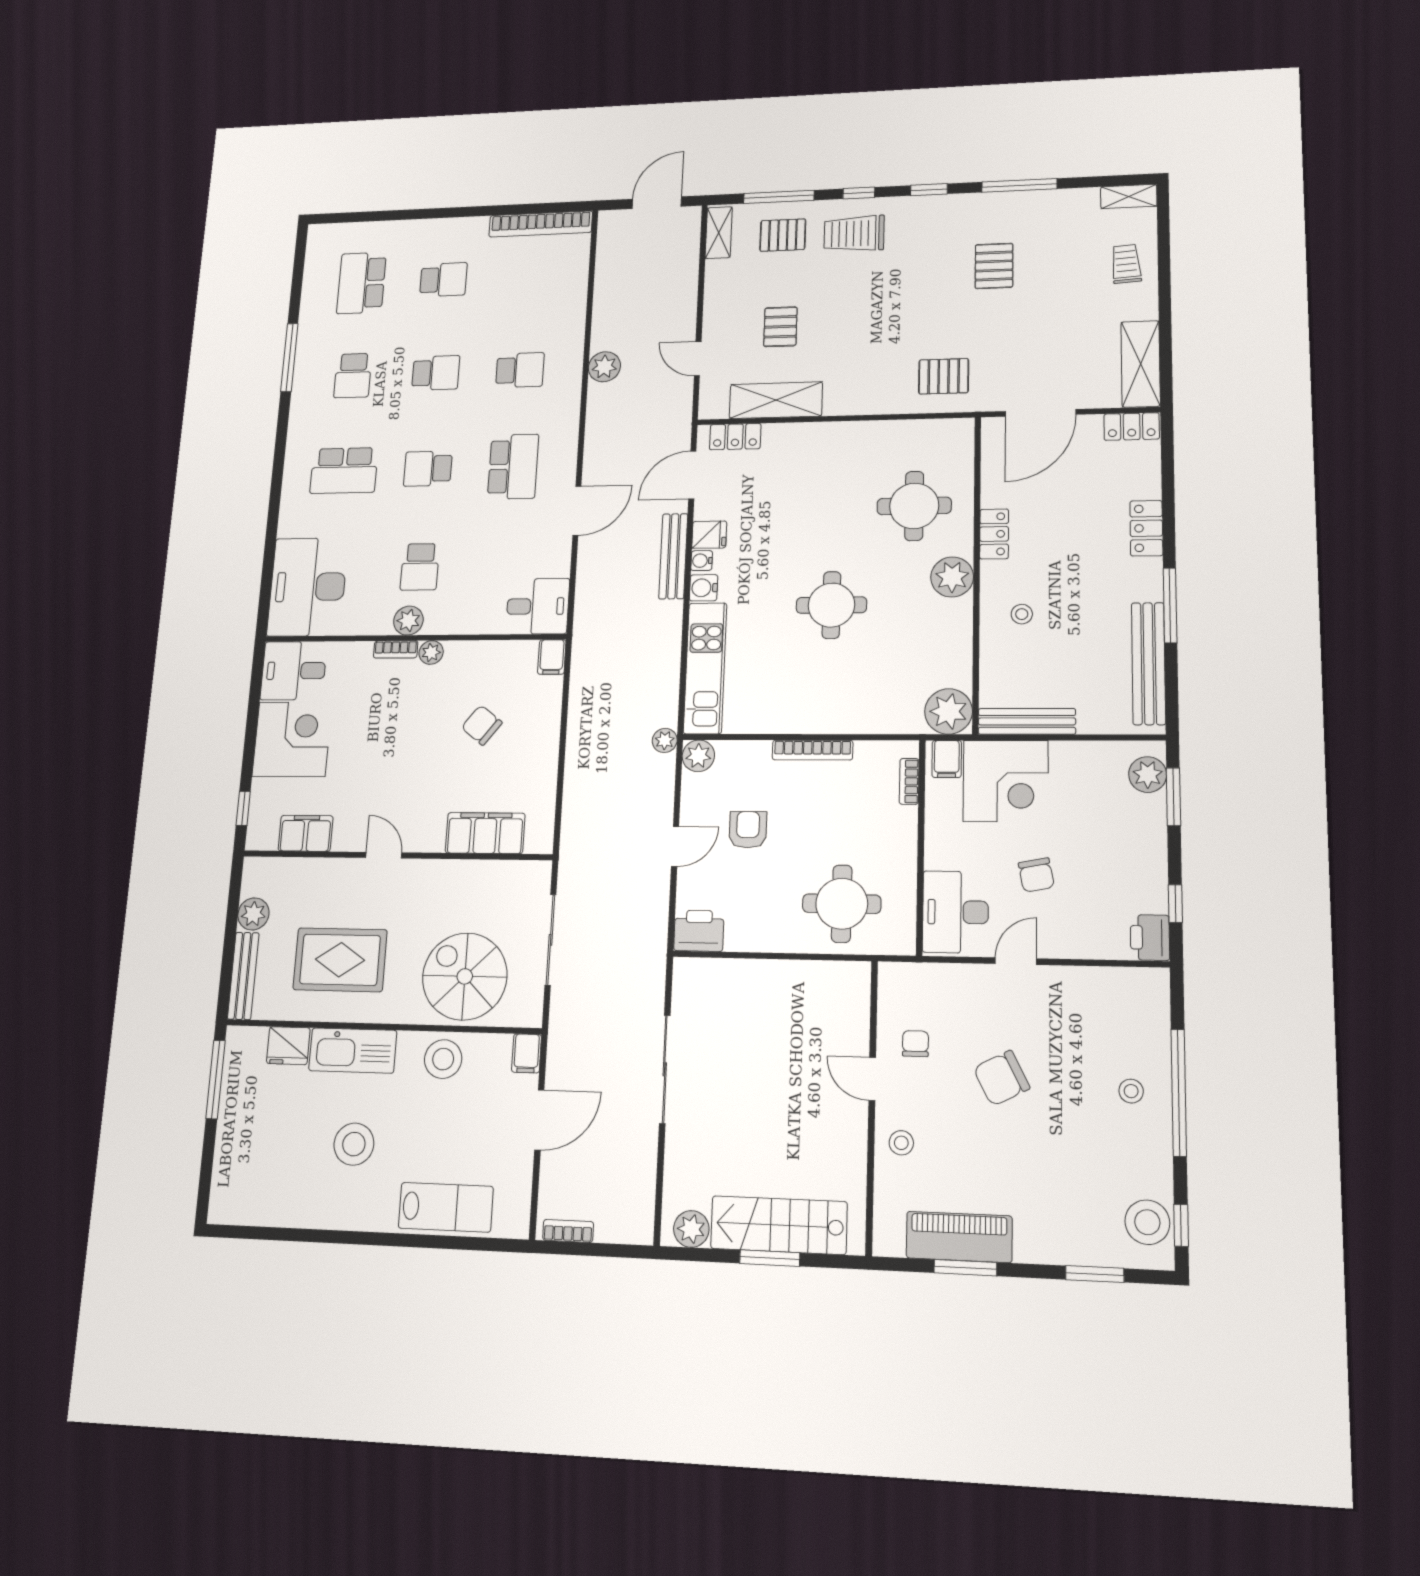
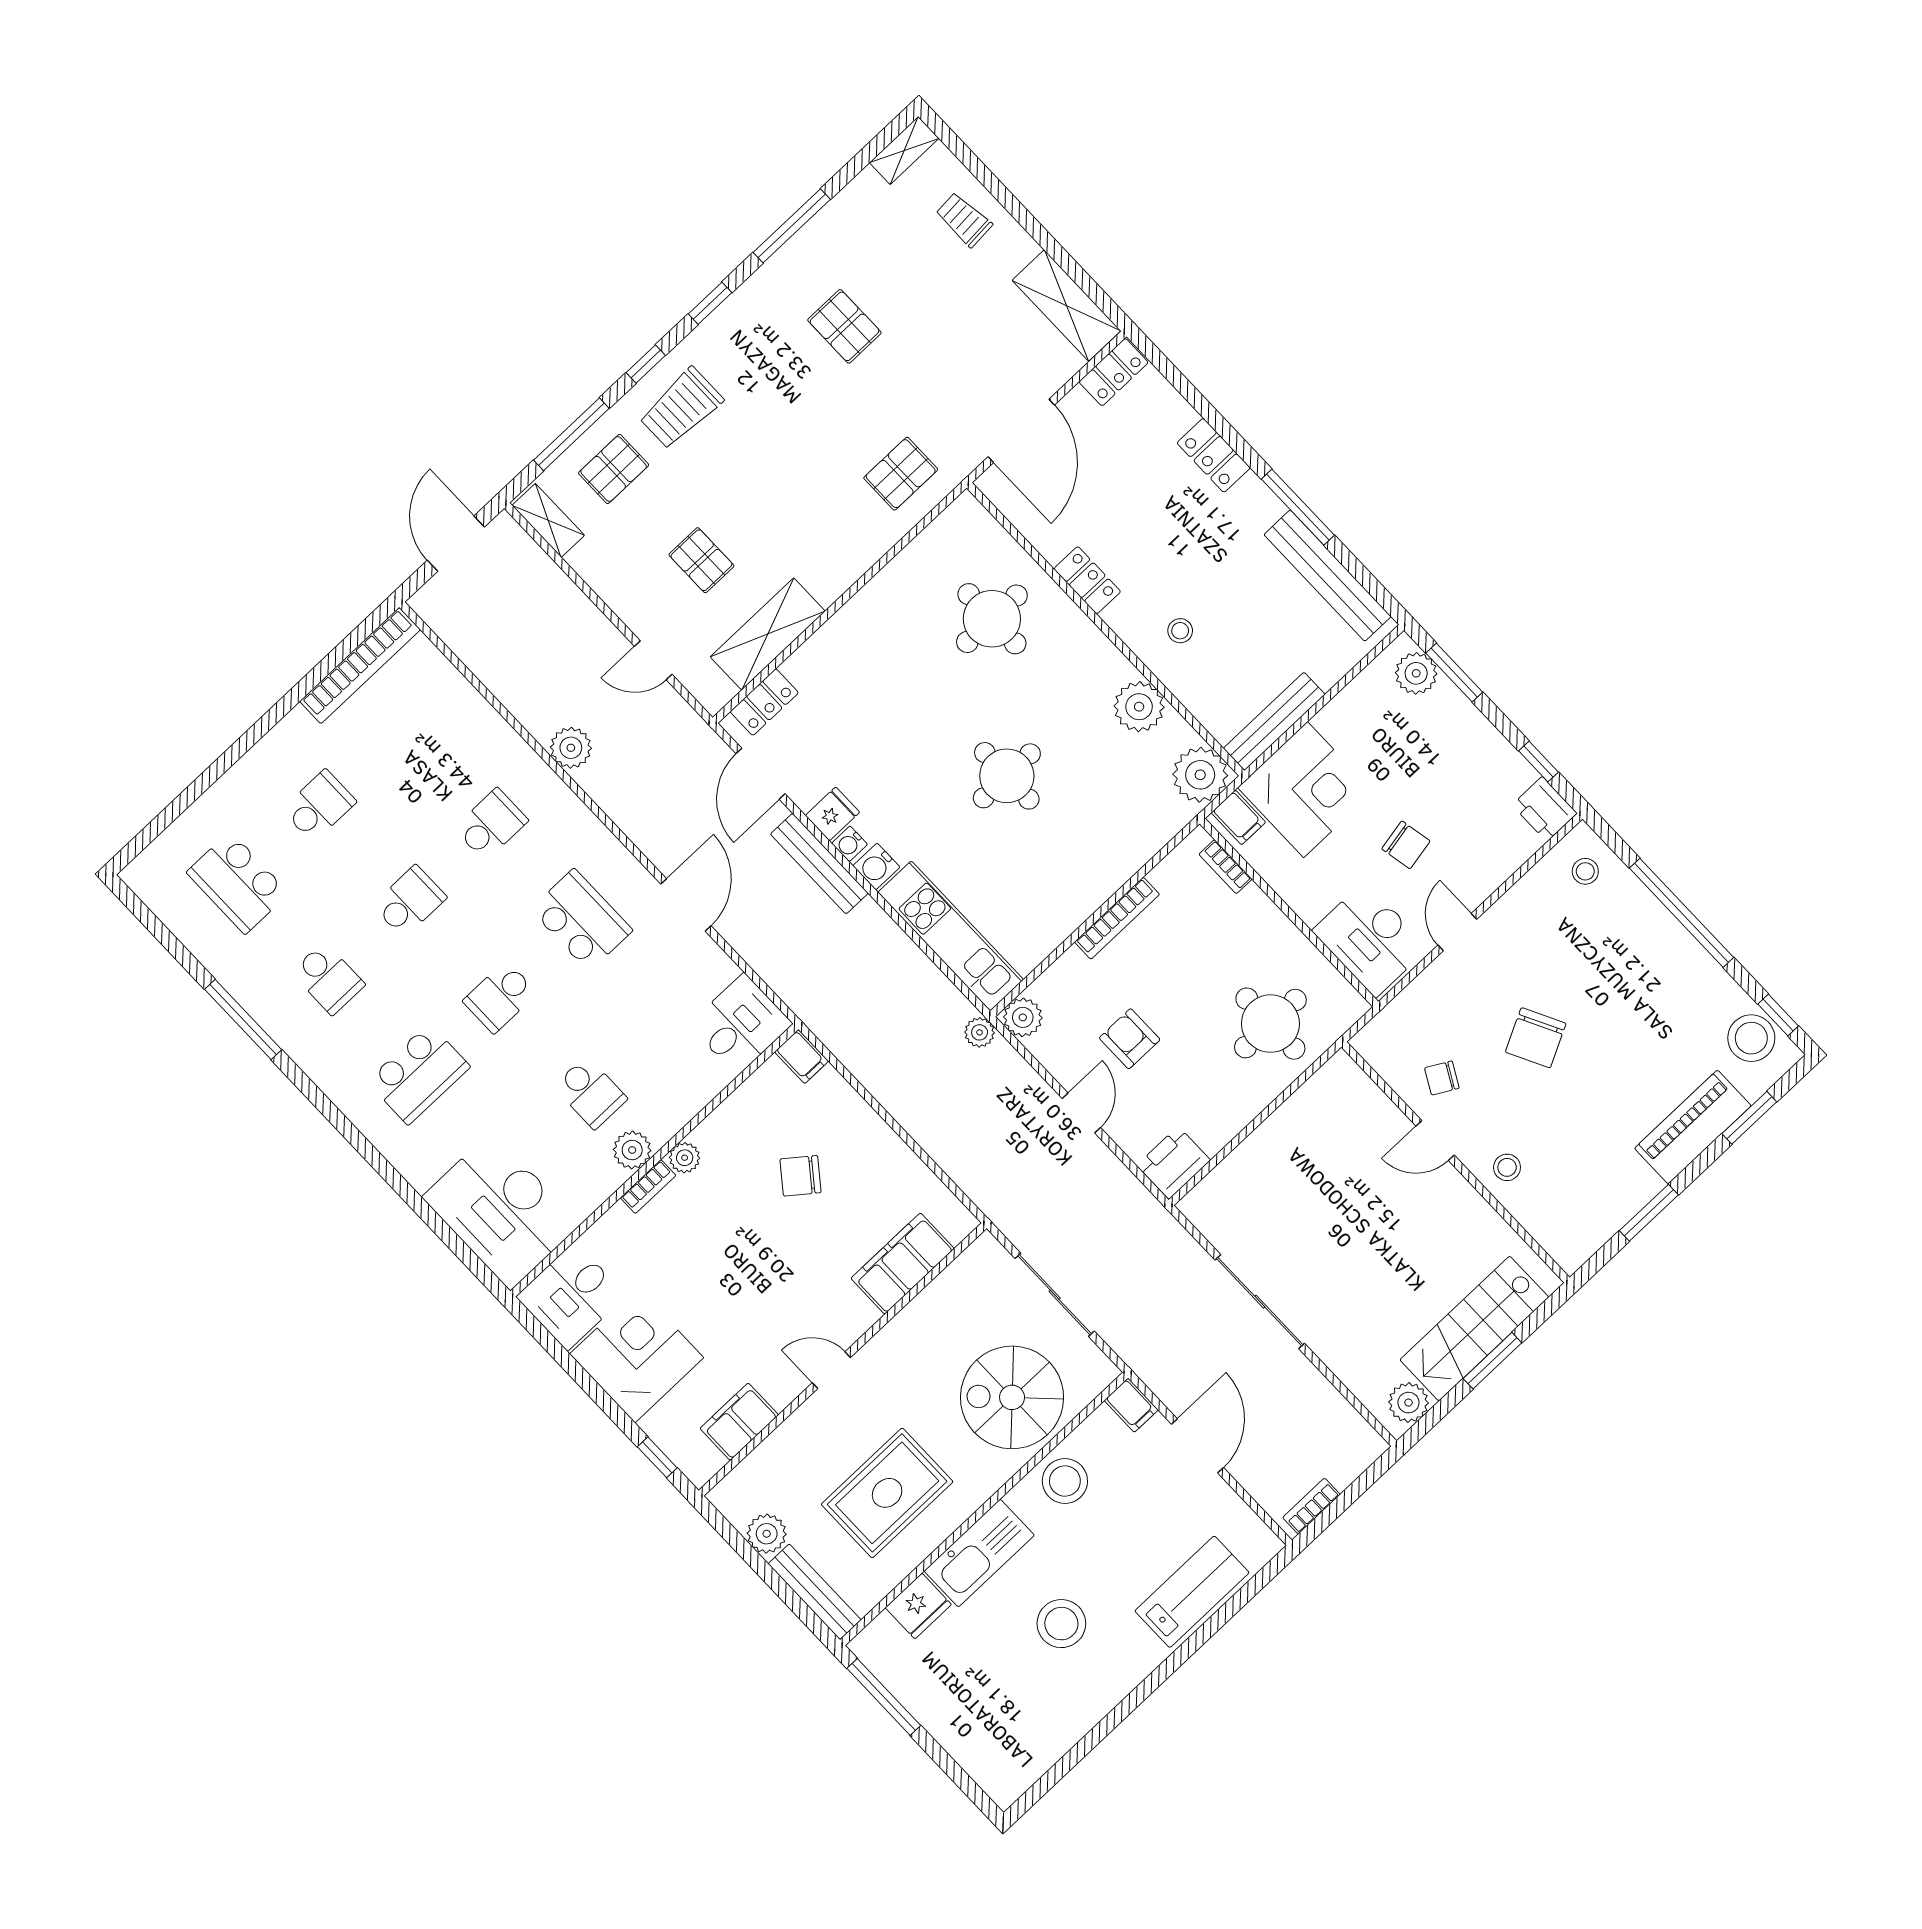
plant: (952, 577) -> (1139, 707), moved
chair: (915, 1044) -> (1442, 1078), turned -61
stool: (1131, 1091) -> (1585, 871), moved
piano: (959, 1237) -> (1693, 1127), moved

